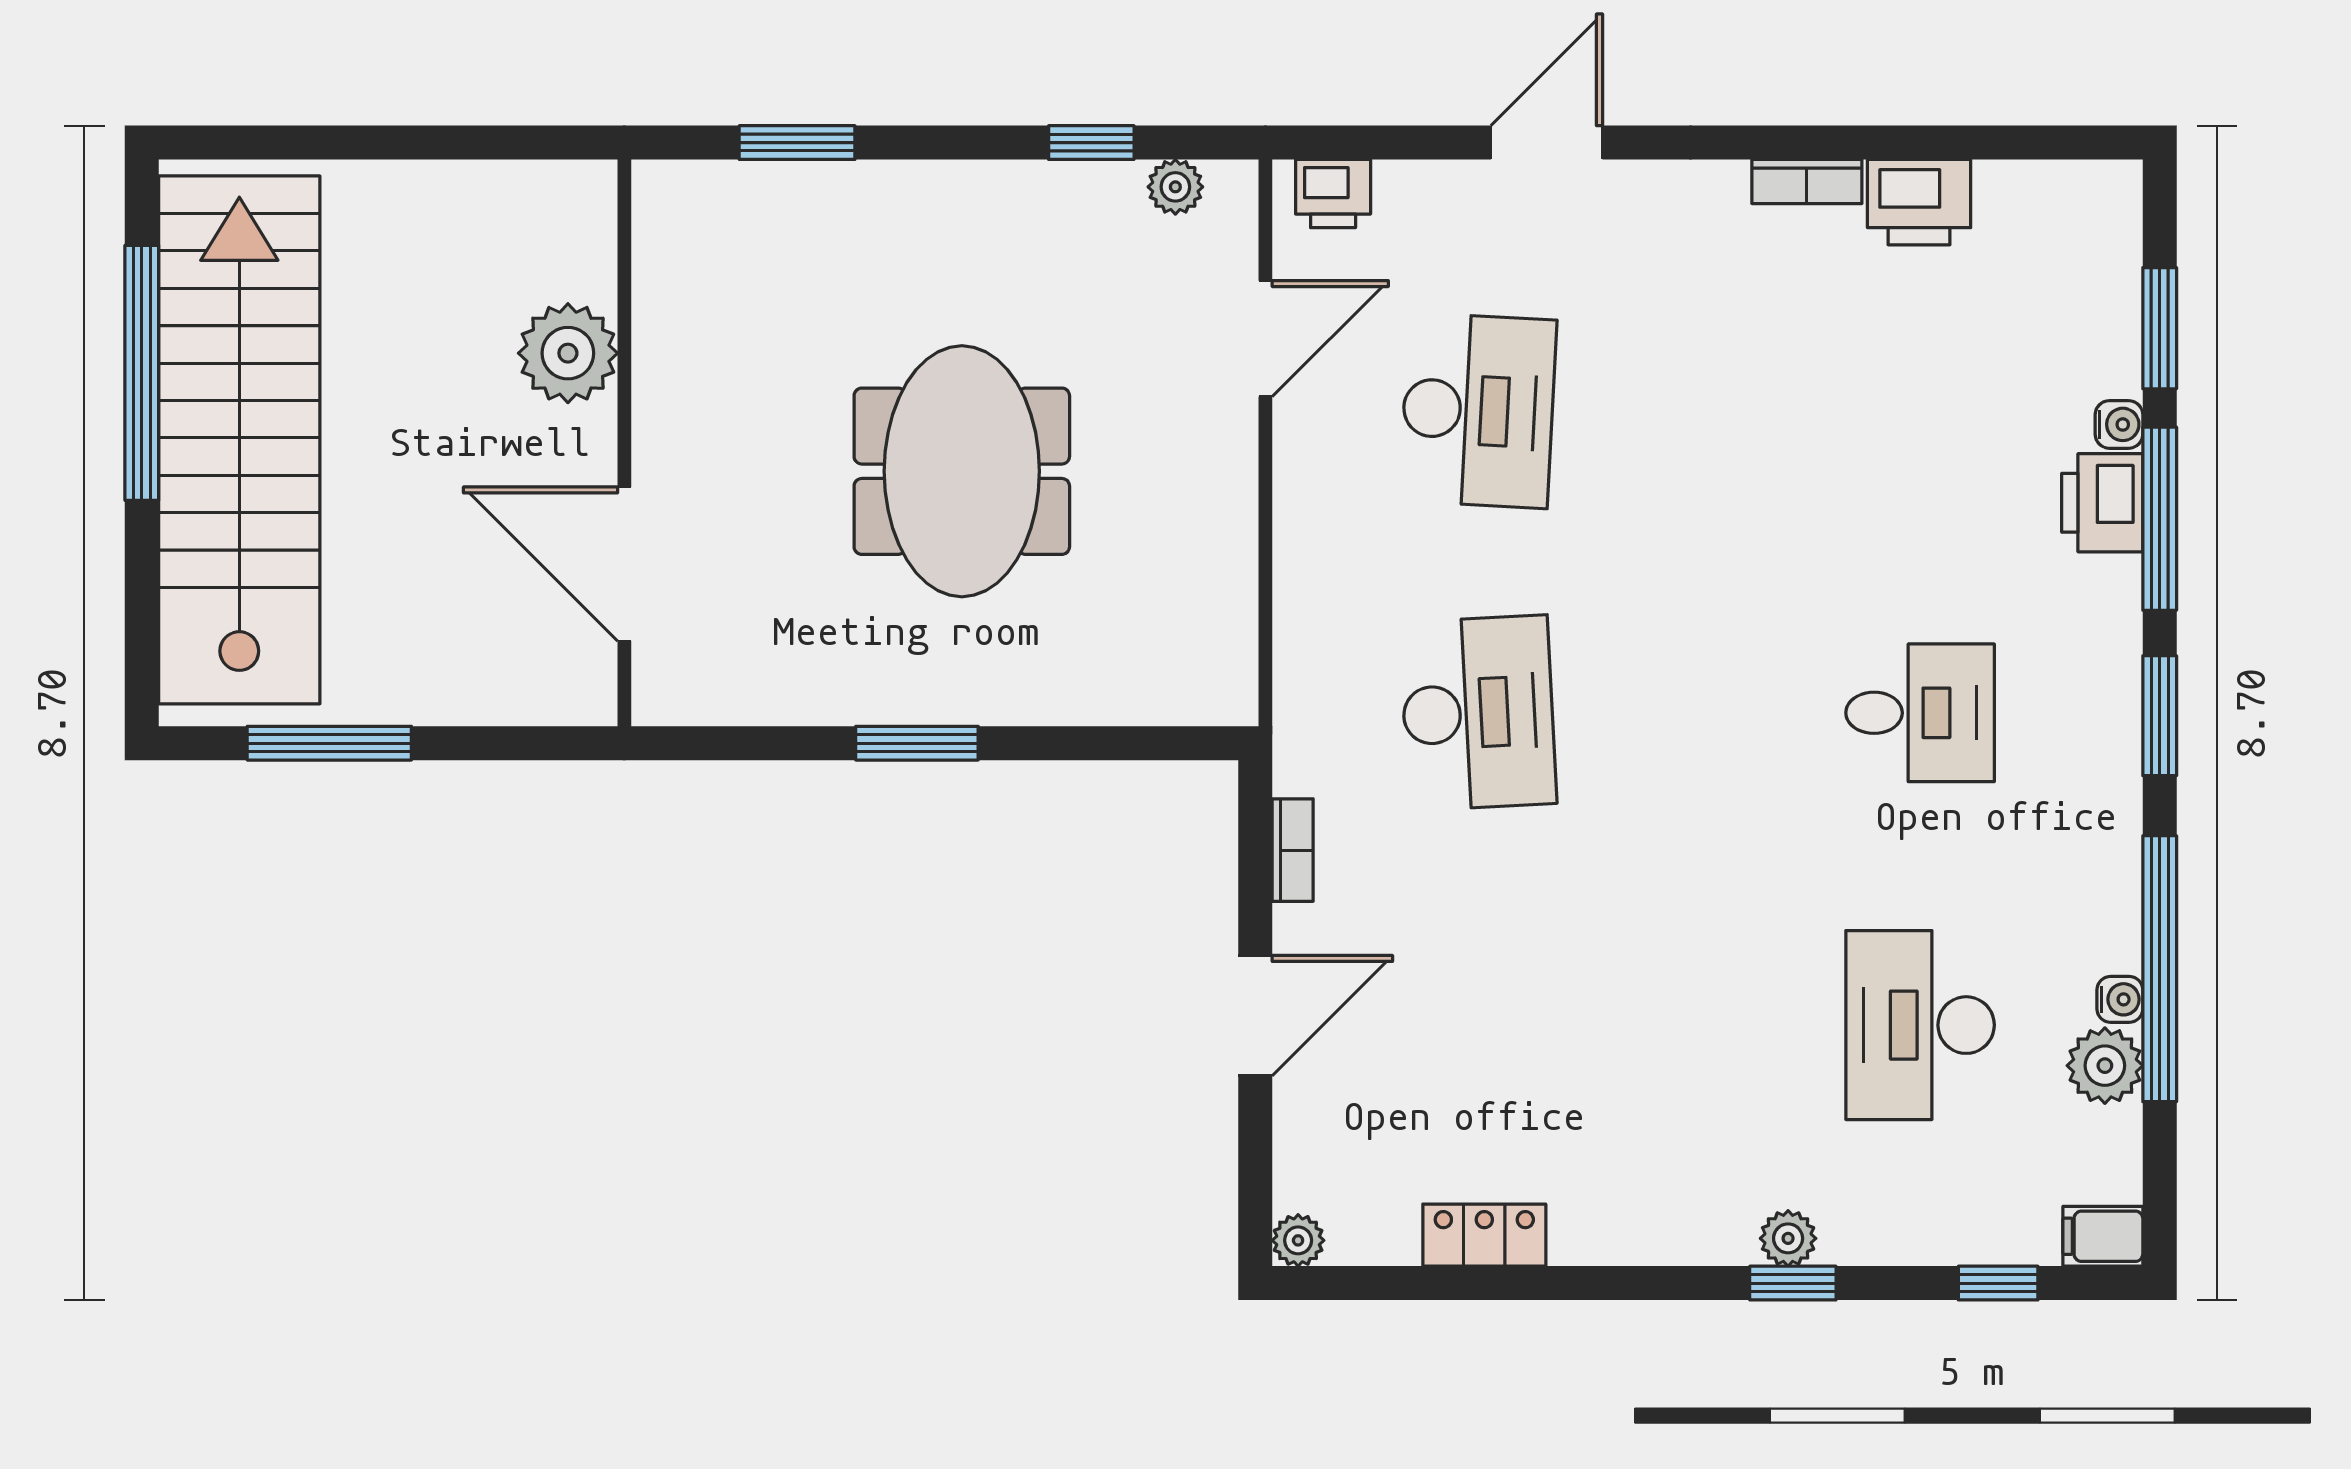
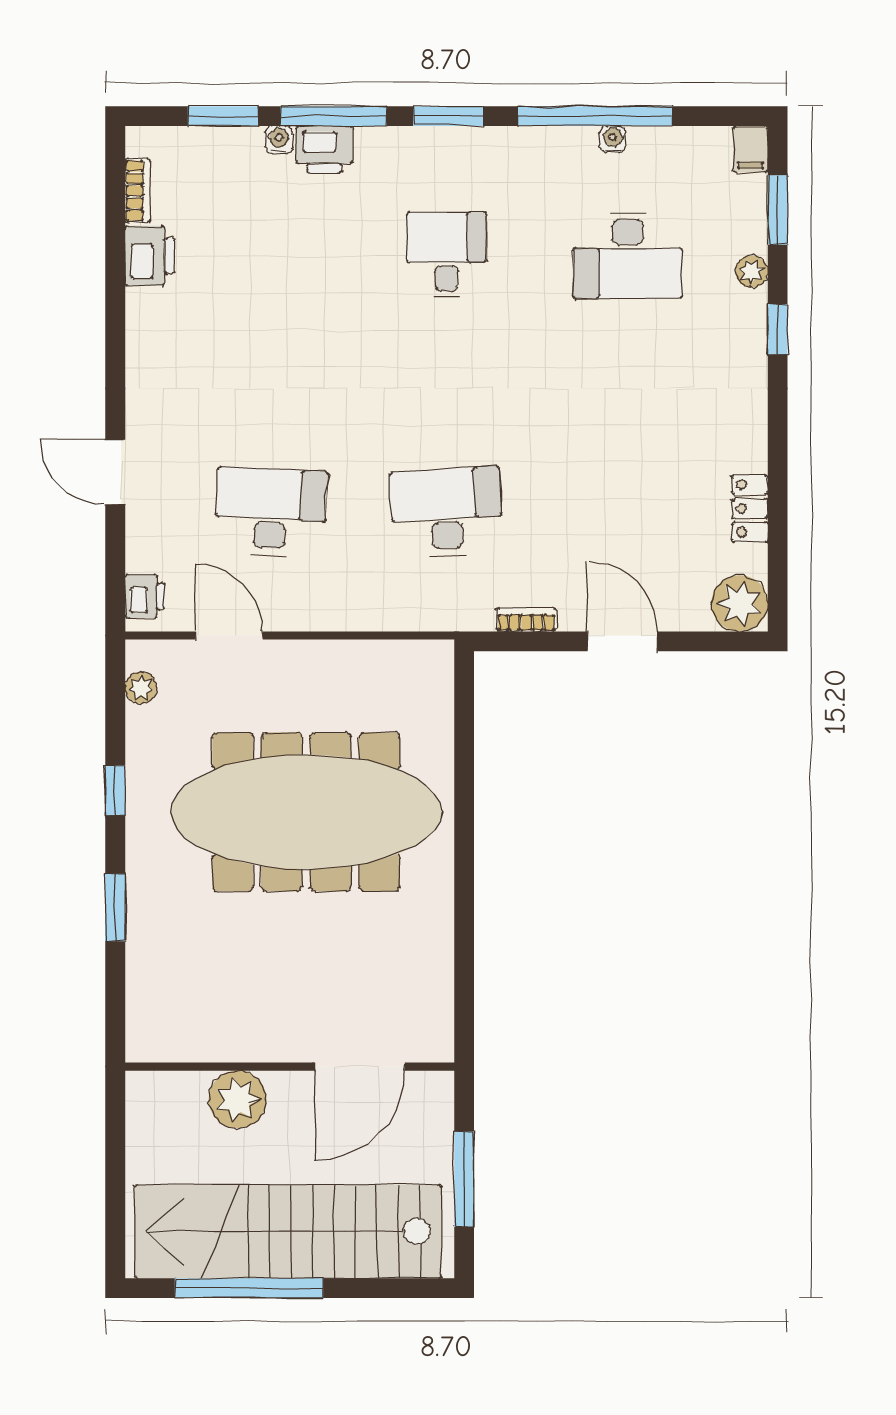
window: (1091, 143) -> (115, 790), moved
bookcase: (1807, 181) -> (138, 191), moved
plant: (568, 353) -> (238, 1099), moved
wall: (624, 443) -> (290, 1067), moved
meeting table: (962, 471) -> (306, 812), width x1.86, depth x1.27
door: (624, 564) -> (360, 1067), moved
window: (917, 743) -> (464, 838), removed
plant: (2105, 1066) -> (651, 148), removed
plant: (1788, 1238) -> (752, 271), moved
plant: (1298, 1240) -> (740, 603), width x1.87, depth x1.87
window: (1998, 1283) -> (778, 210), width x1.50

